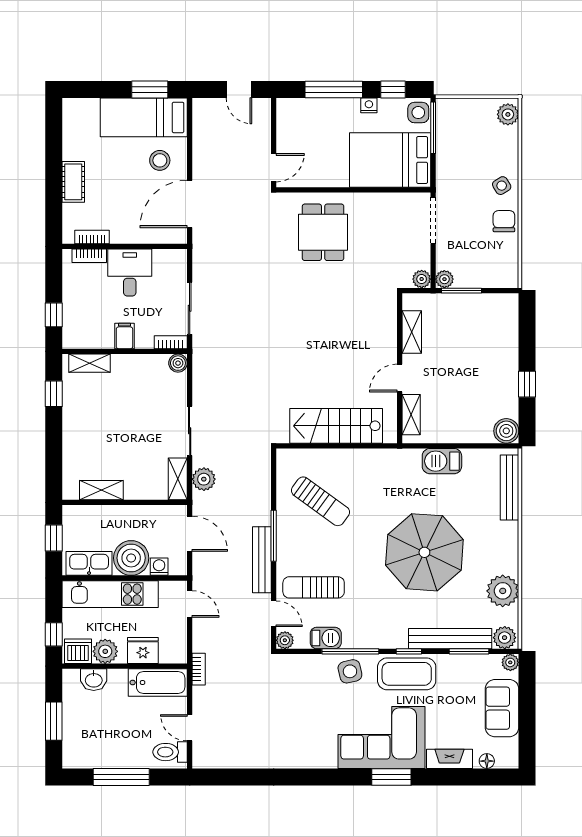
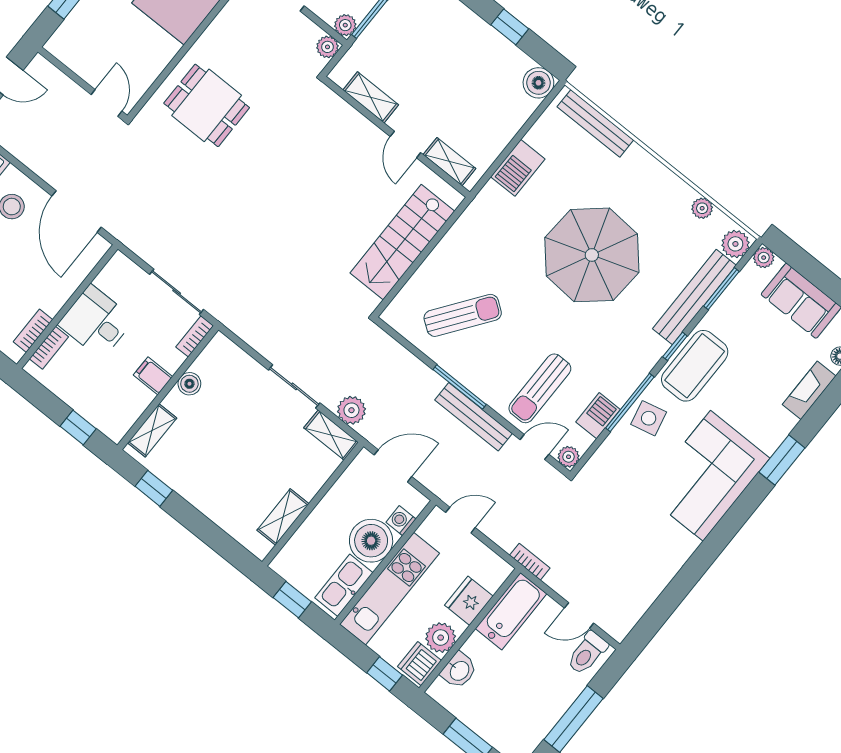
boiler: (178, 363) -> (189, 384), moved
plant: (503, 591) -> (702, 208), width x0.53, depth x0.53
corner sofa: (381, 738) -> (707, 476), moved

